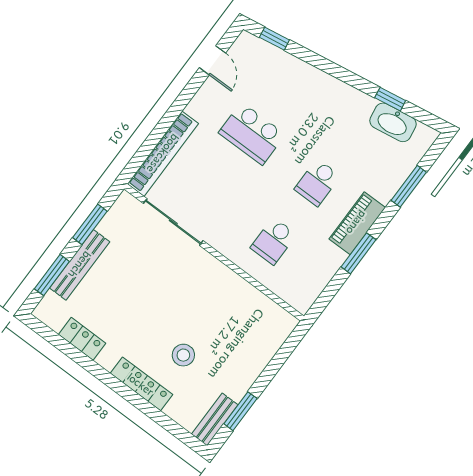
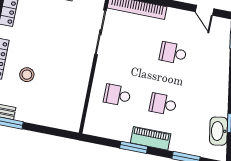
door: (213, 60) -> (204, 10), hinge flipped
school desk: (252, 134) -> (173, 53), width x0.54

